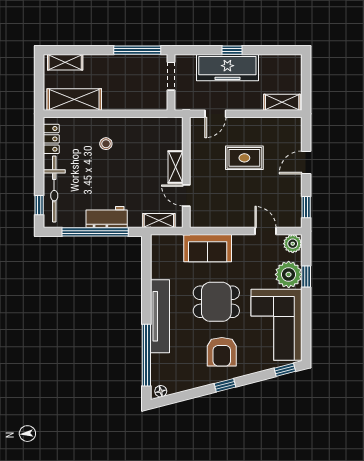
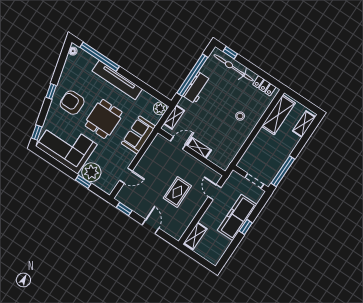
plant: (293, 244) -> (160, 108), moved

